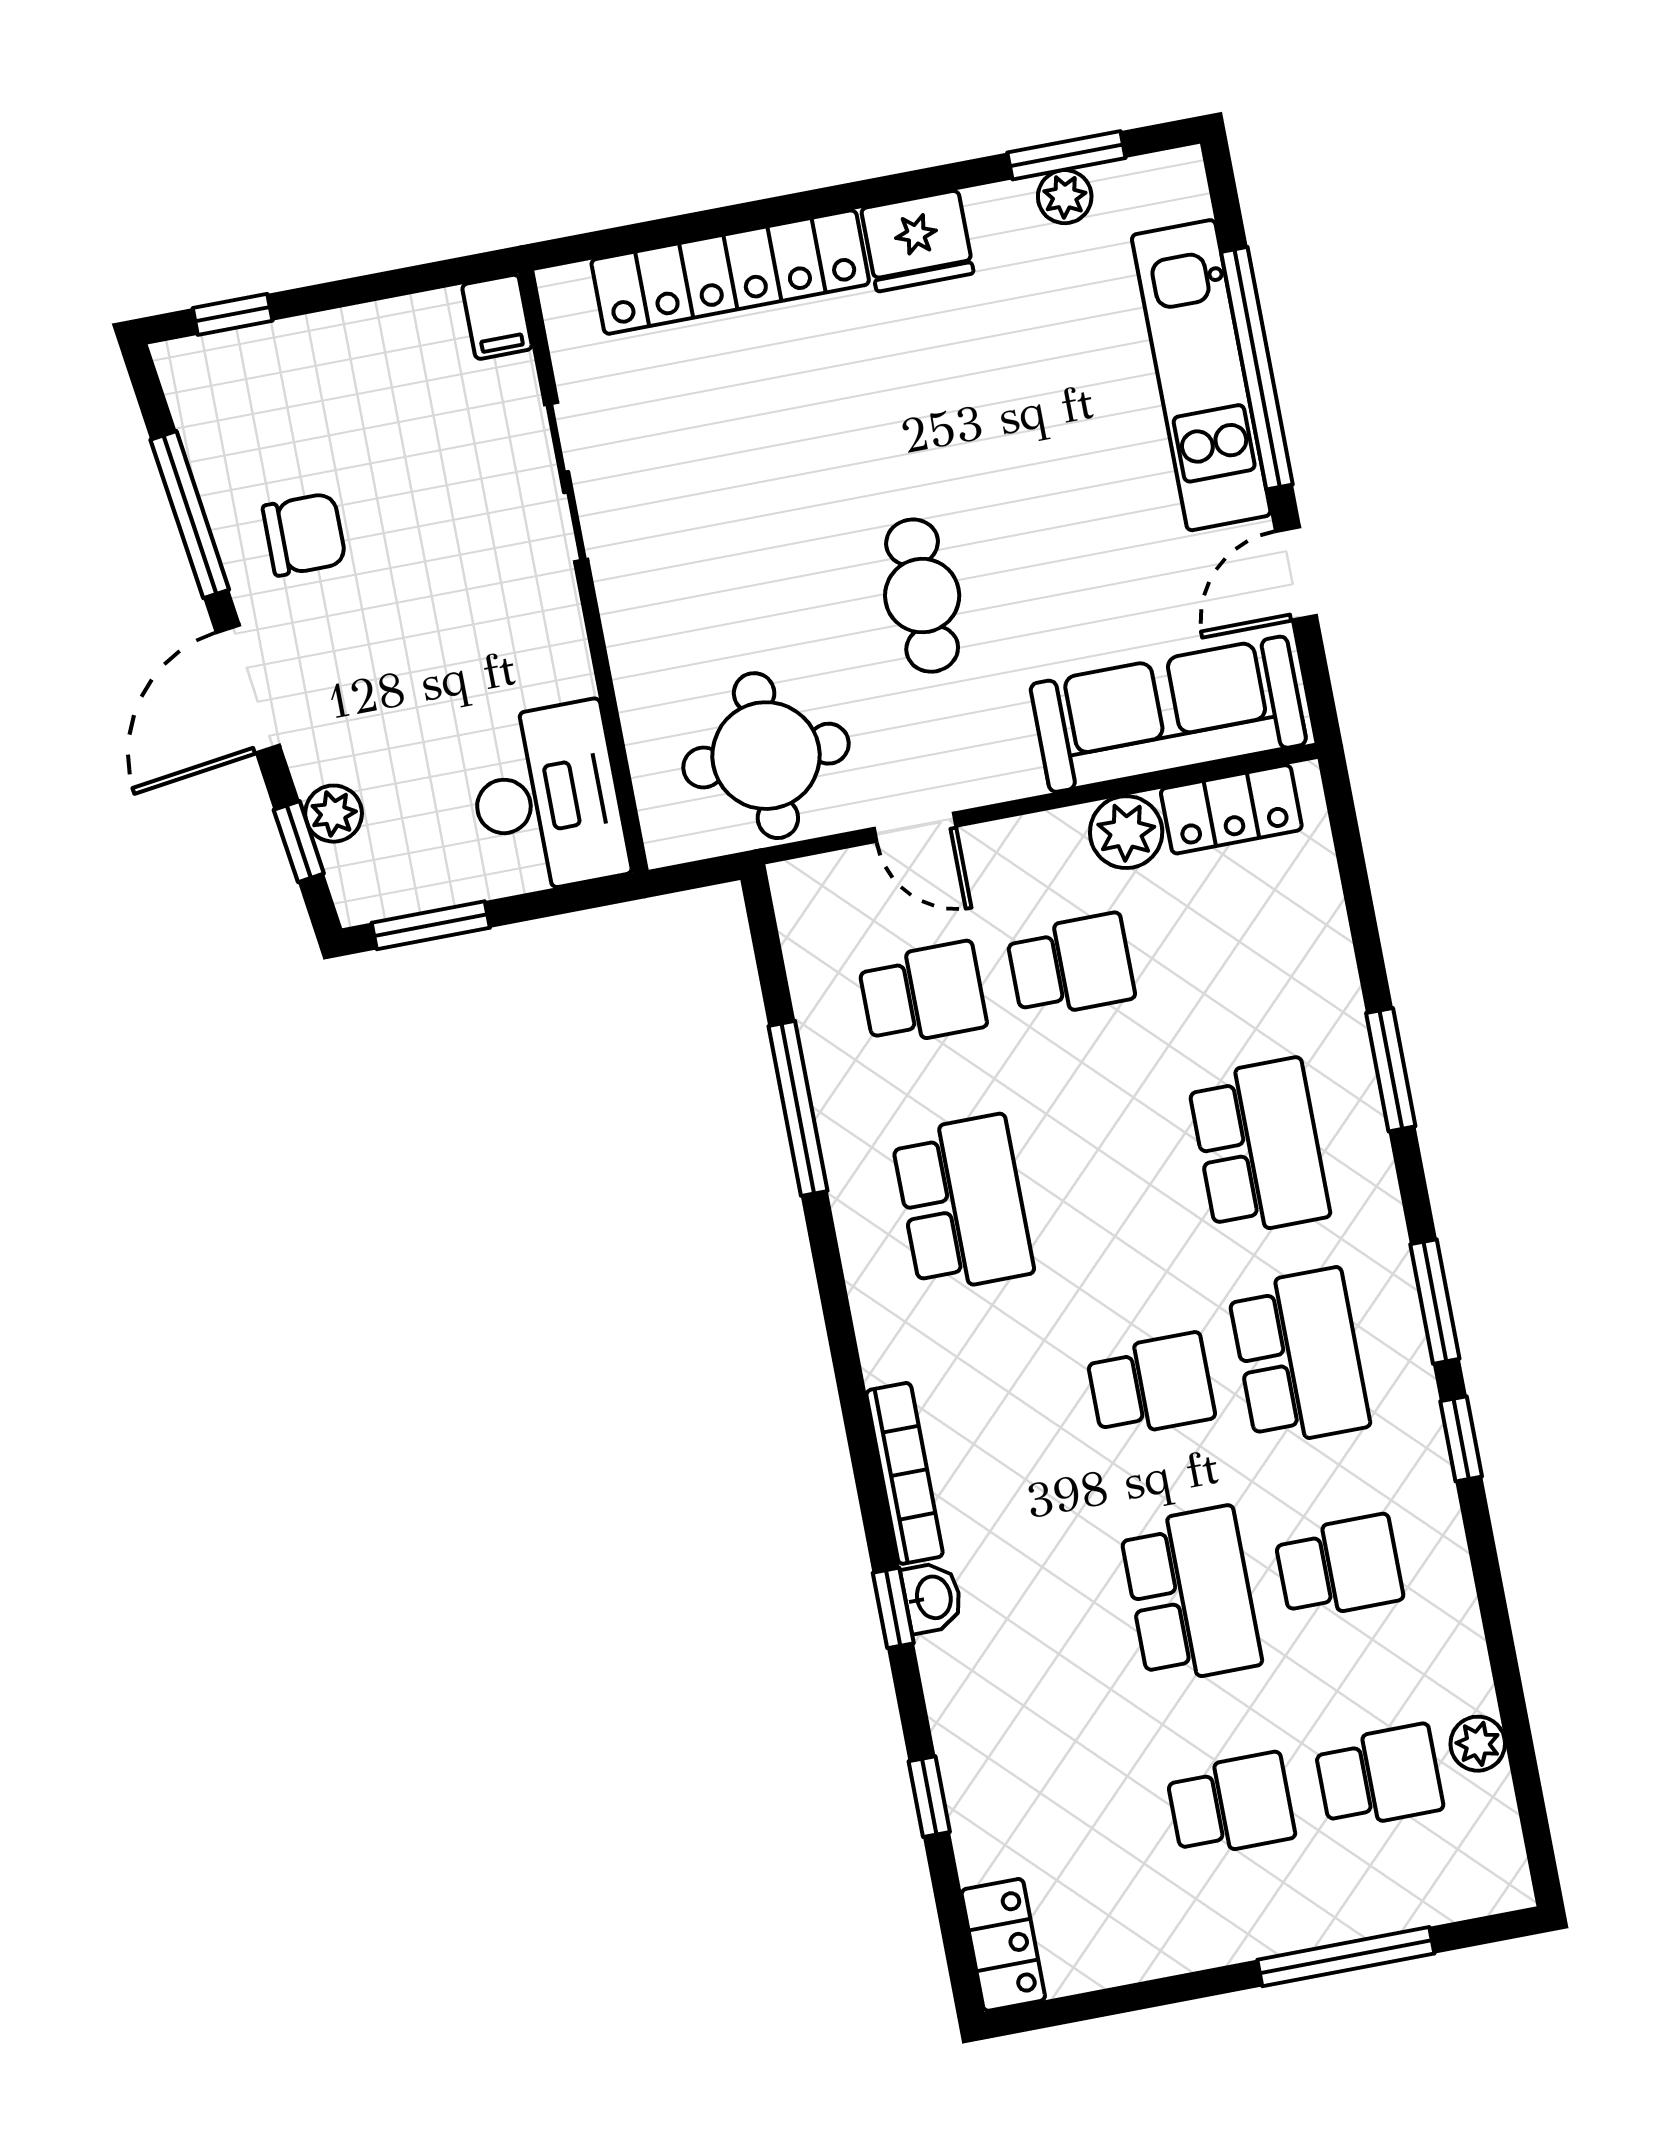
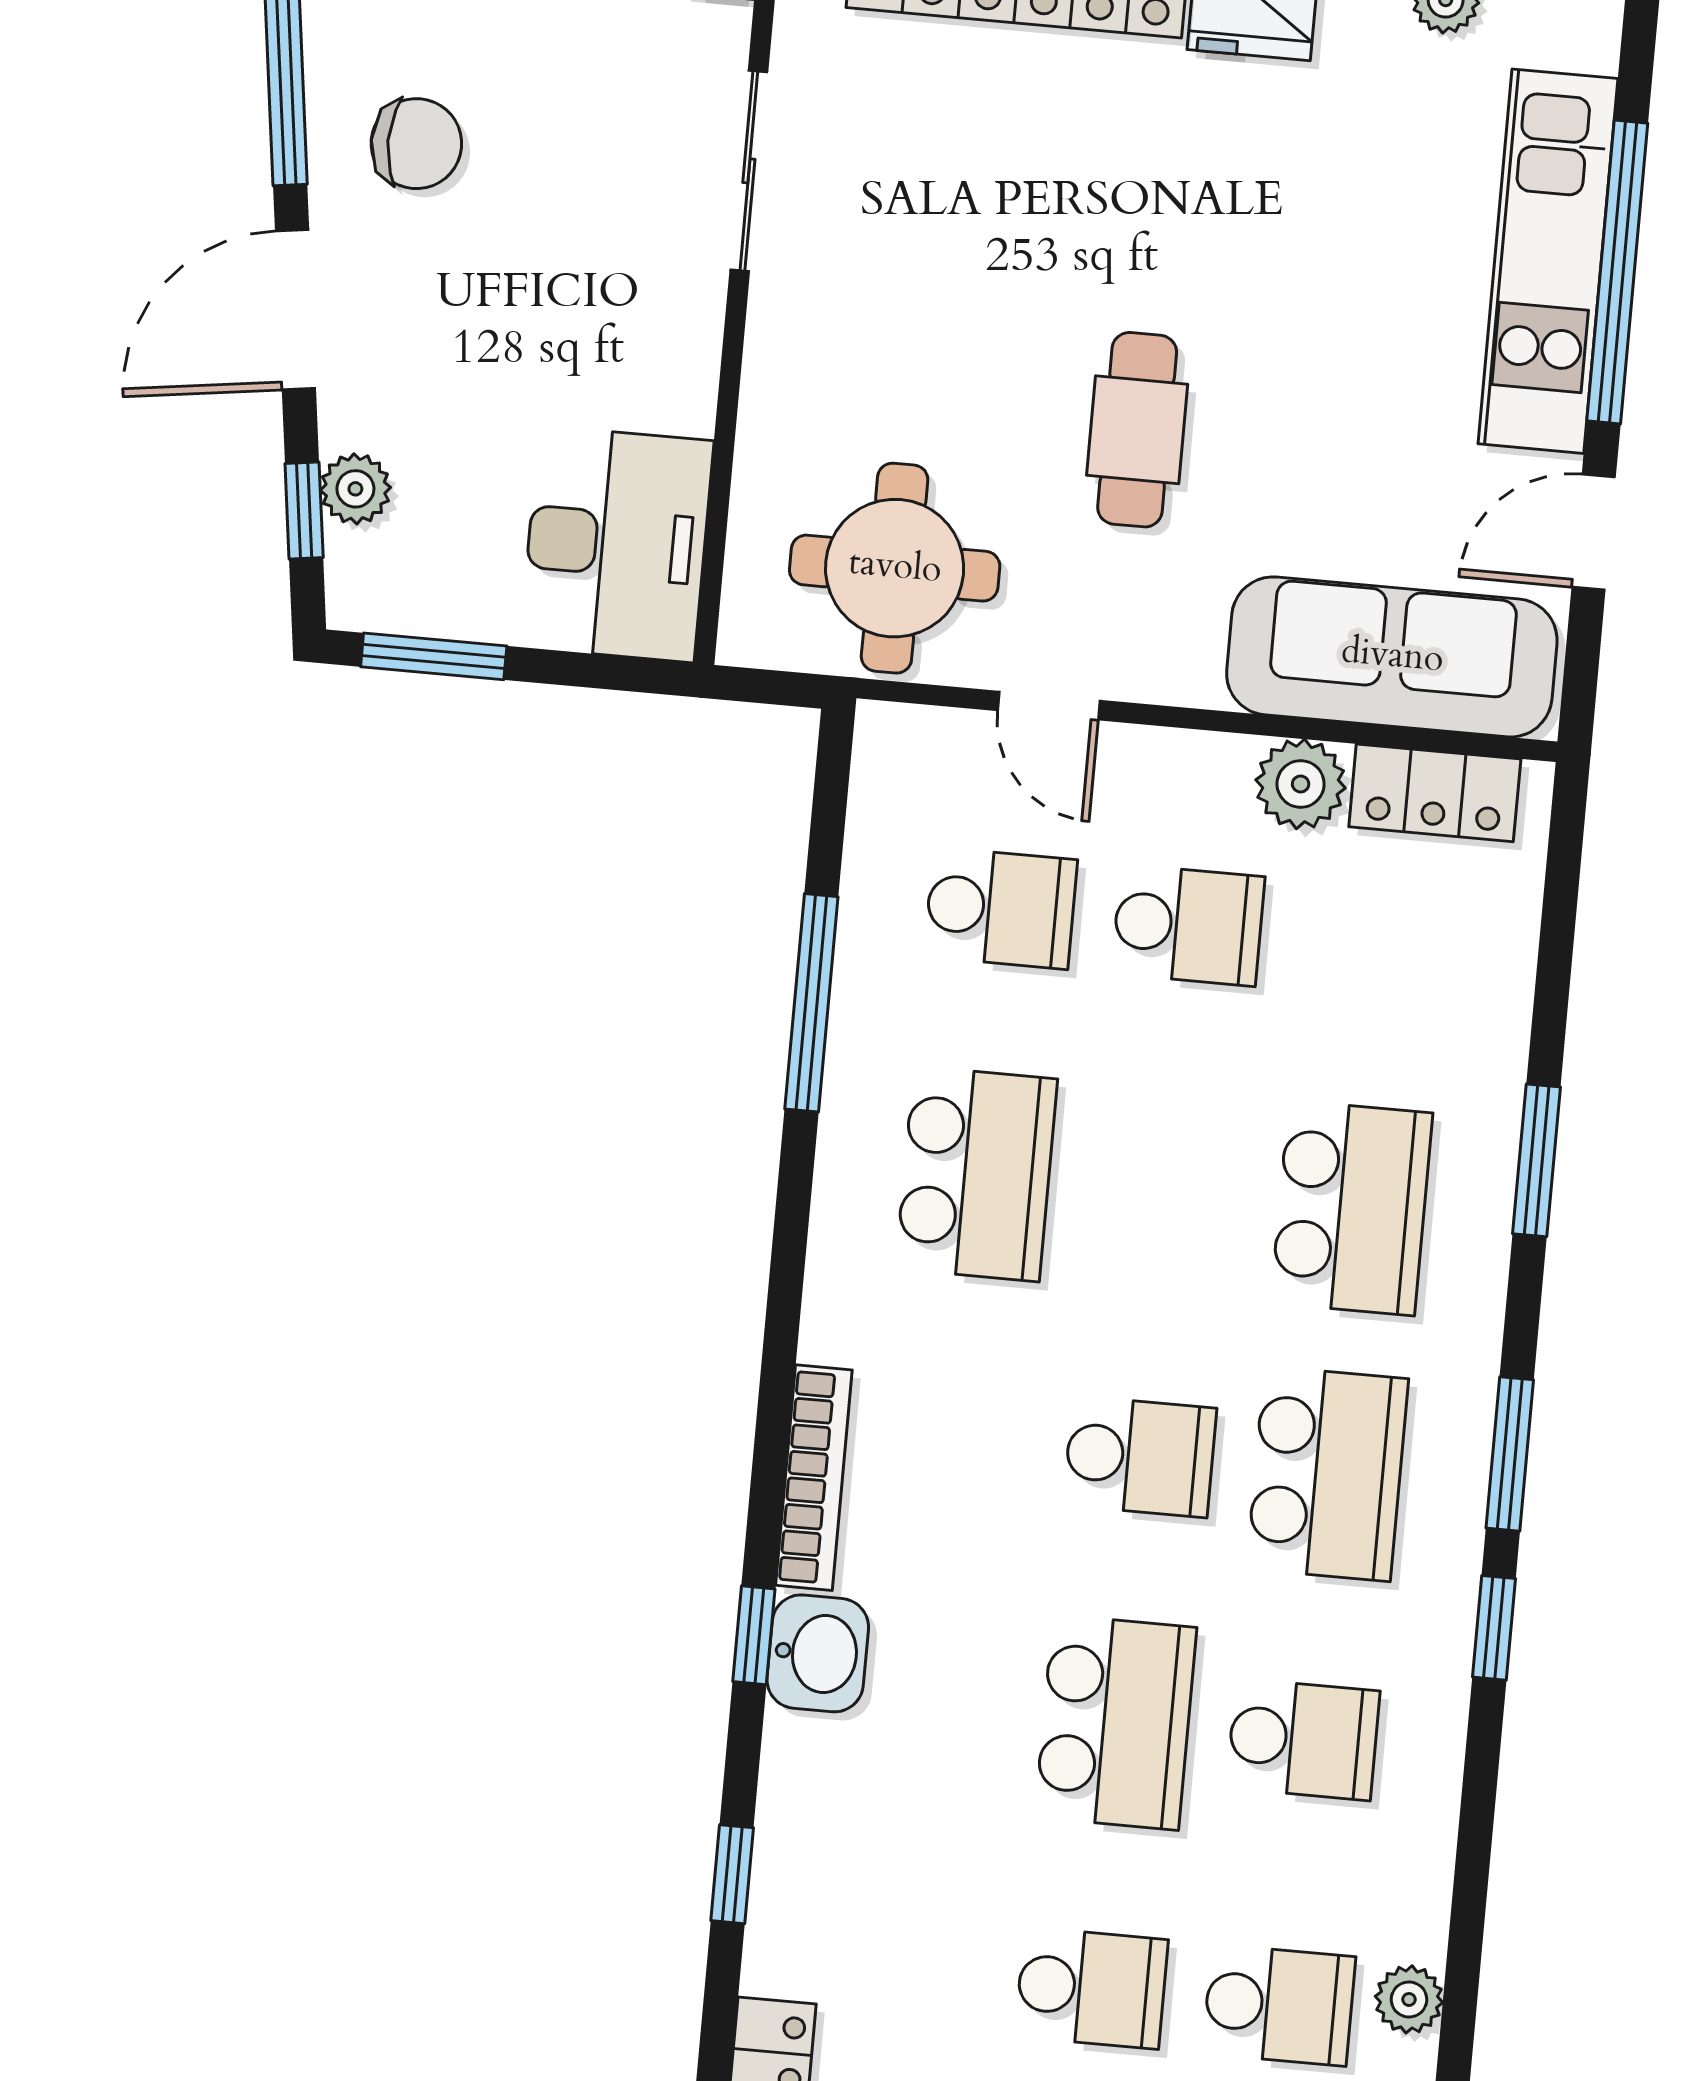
washbasin: (932, 1598) -> (818, 1653), width x1.38, depth x1.45

